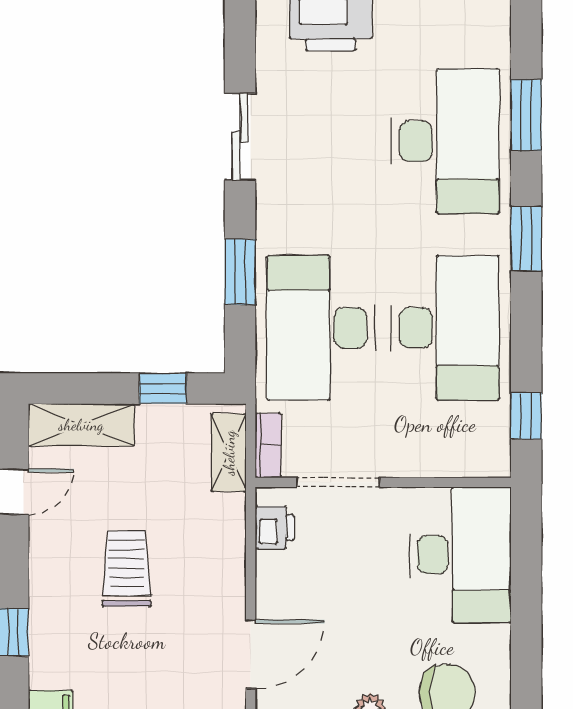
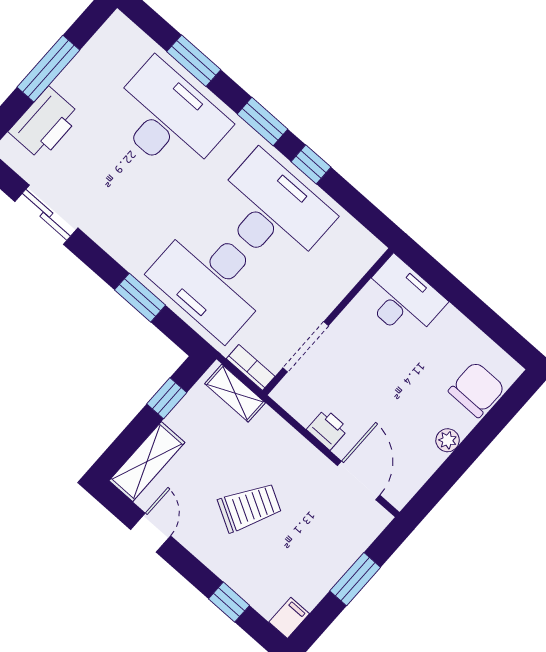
sliding door: (240, 137) -> (46, 215), moved
window: (526, 416) -> (311, 164), moved
printer: (275, 528) -> (328, 429), moved
desk: (460, 555) -> (402, 299), width x0.73, depth x0.77
trolley: (127, 569) -> (250, 507), turned 119

